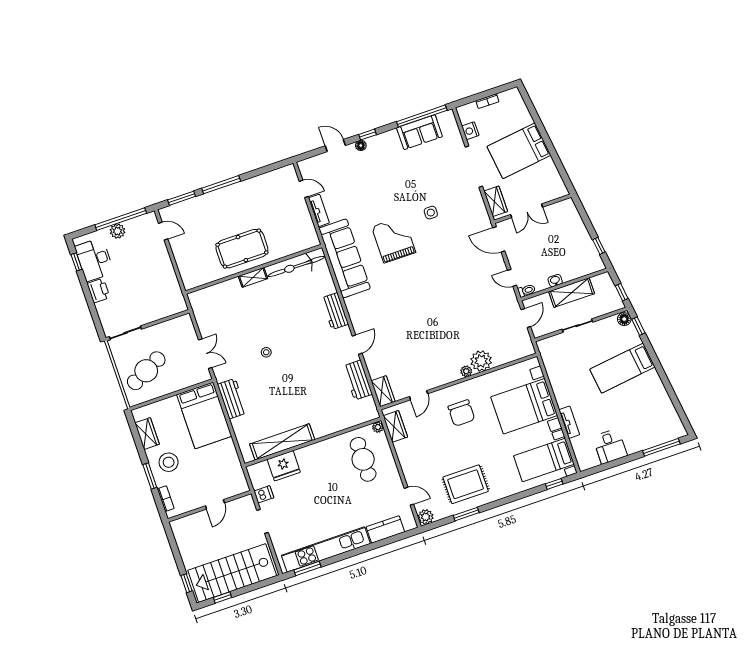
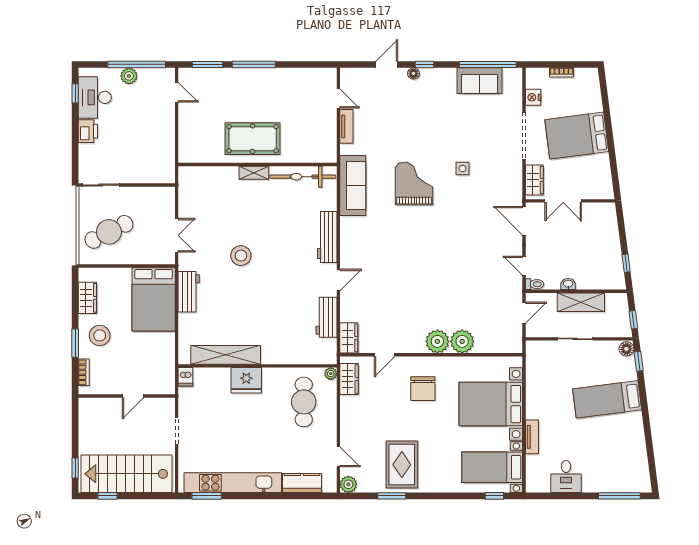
door: (335, 146) -> (387, 64), hinge flipped
sofa: (345, 258) -> (353, 186), width x0.74, depth x0.79
workbench: (335, 311) -> (327, 237), width x1.38
stool: (266, 352) -> (241, 256), width x1.89, depth x1.89
plant: (466, 371) -> (437, 341), width x1.87, depth x1.87
fridge: (284, 466) -> (246, 380), moved
rug: (466, 484) -> (402, 465), turned 90
dishwasher: (264, 494) -> (185, 377), moved, turned 90

